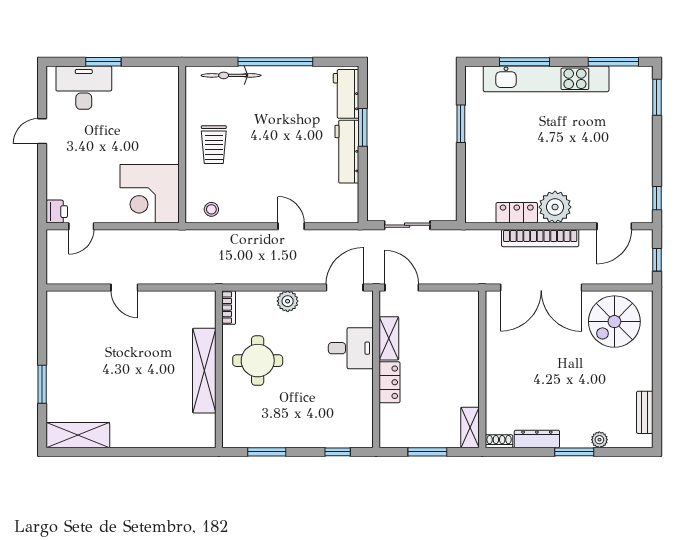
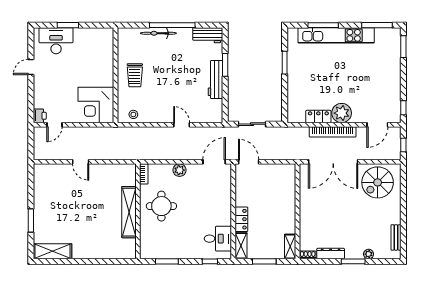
bicycle: (231, 75) -> (158, 33), moved
workbench: (346, 94) -> (208, 35), moved, turned -90
shelving: (389, 338) -> (241, 246), moved
desk: (351, 348) -> (218, 239), moved

